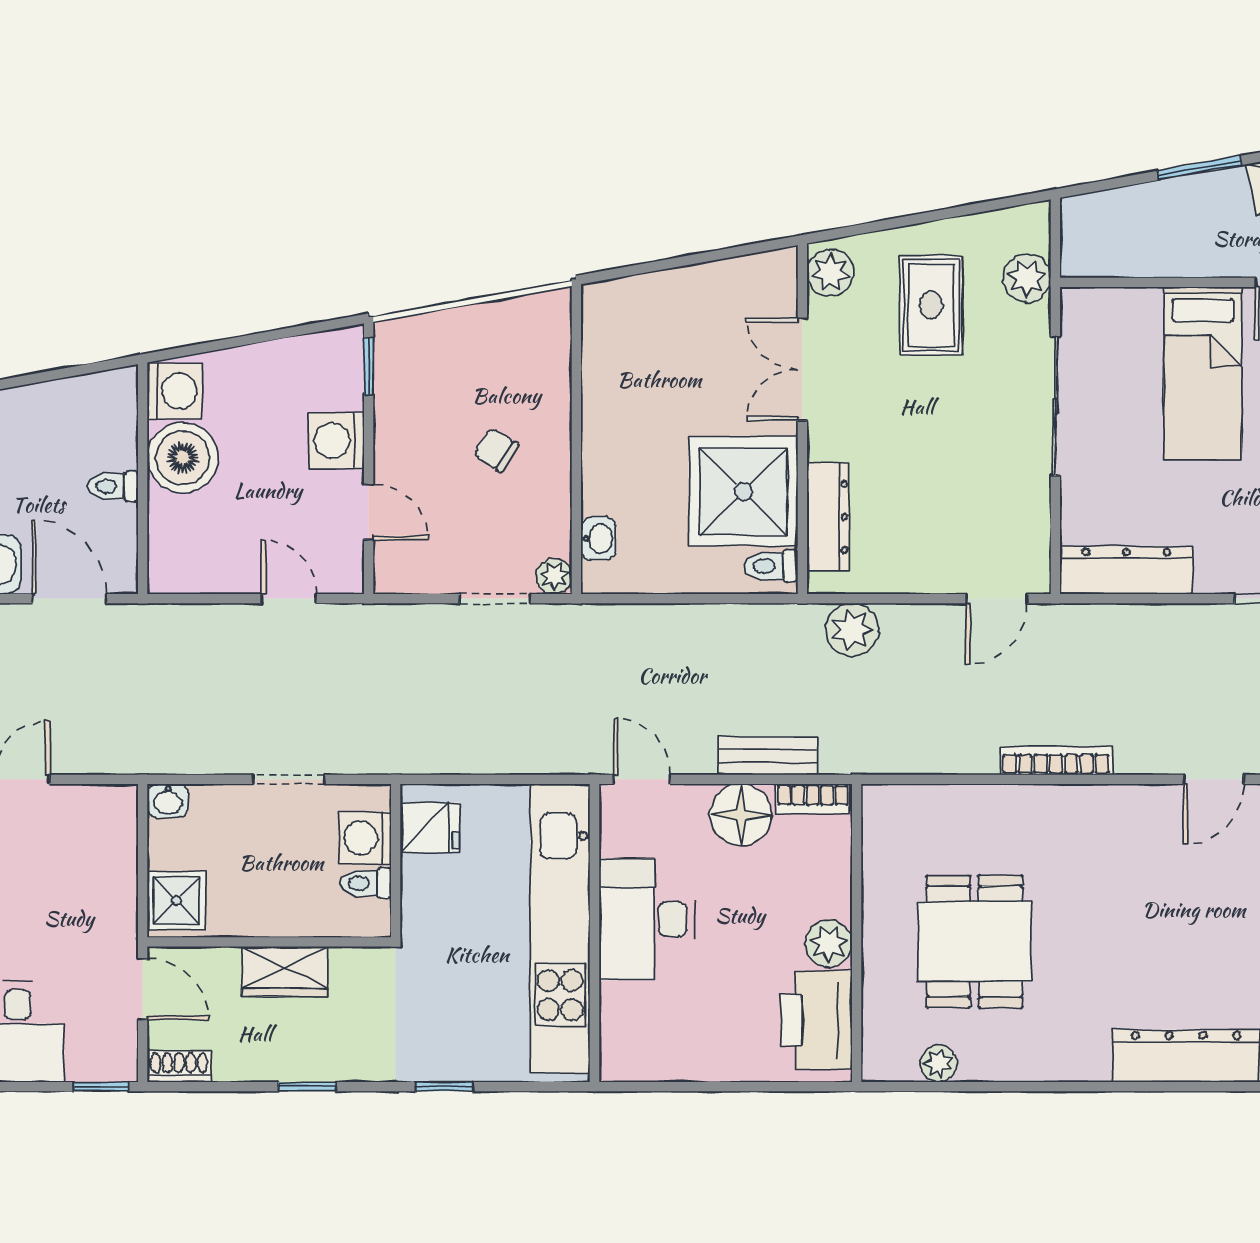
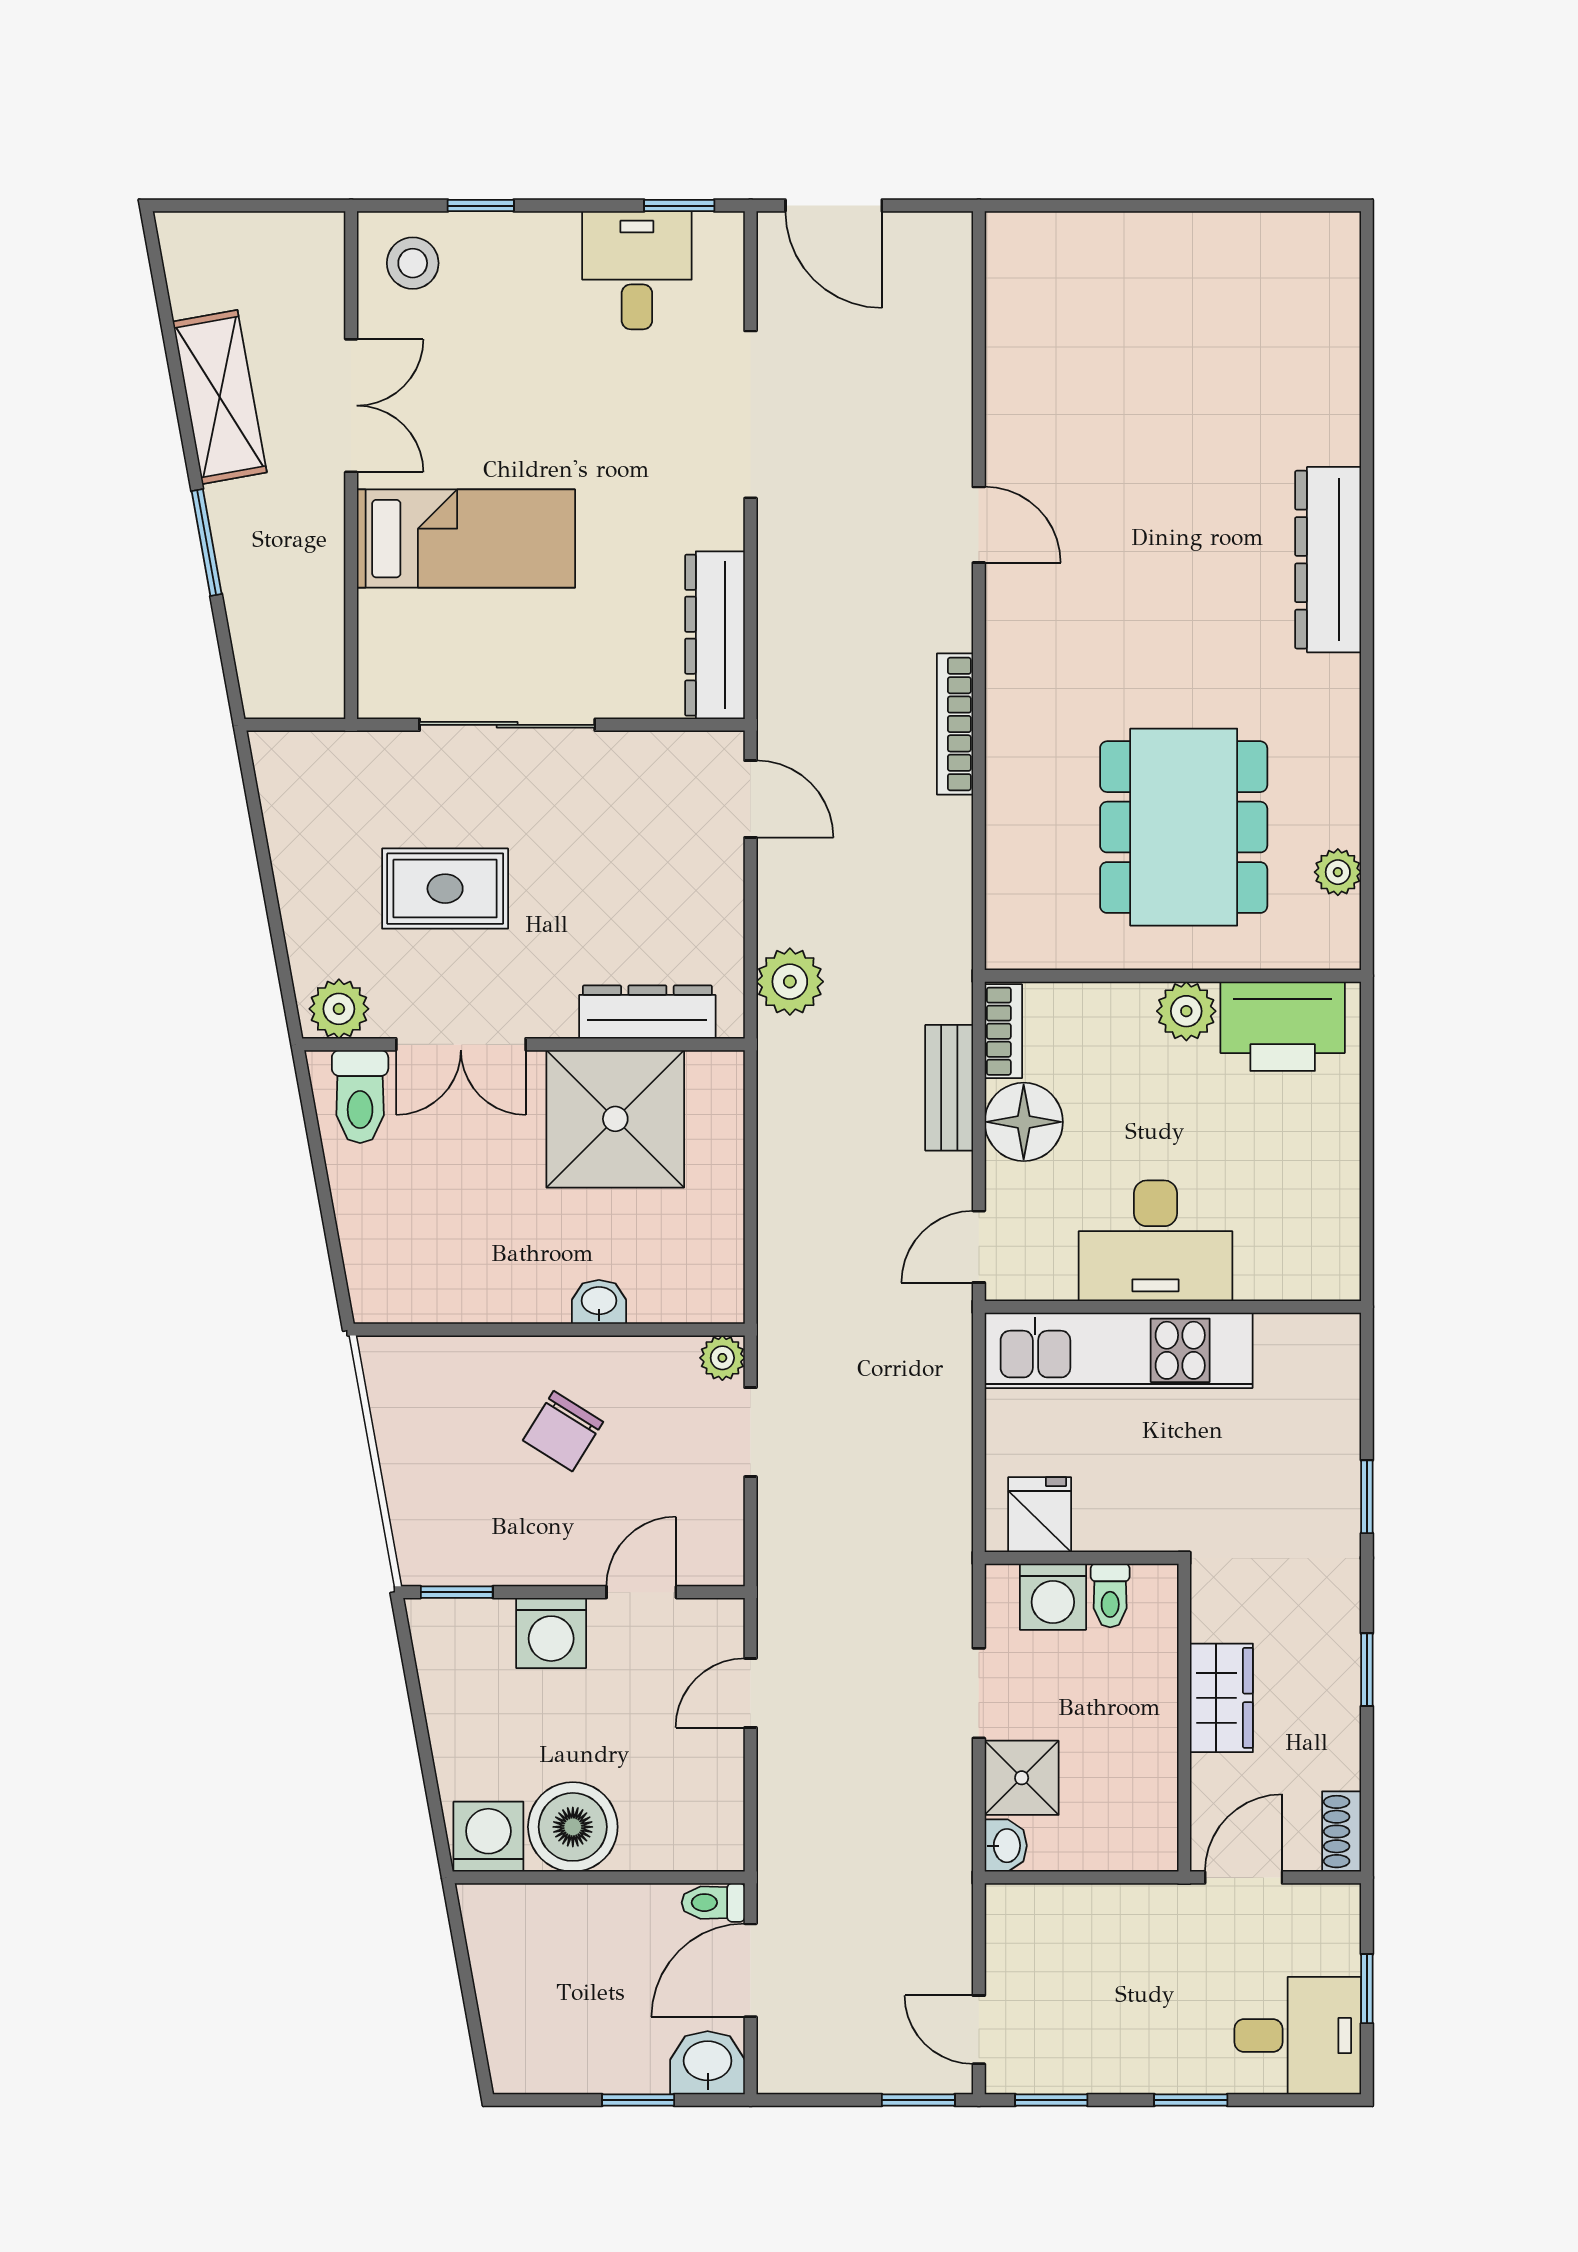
plant: (1027, 278) -> (346, 761), removed
rug: (931, 305) -> (445, 889), moved
chair: (496, 450) -> (563, 1431), width x1.37, depth x1.37
toilet: (113, 486) -> (713, 1903), moved, turned 90
washbasin: (598, 539) -> (599, 1302), moved
toilet: (771, 566) -> (360, 1097), moved, width x1.37, depth x1.39
shower: (177, 901) -> (1022, 1778), moved
kitchen unit: (560, 929) -> (1119, 1350), width x0.73
dining table: (974, 942) -> (1184, 827), width x1.38
window: (101, 1087) -> (1367, 1989), moved

